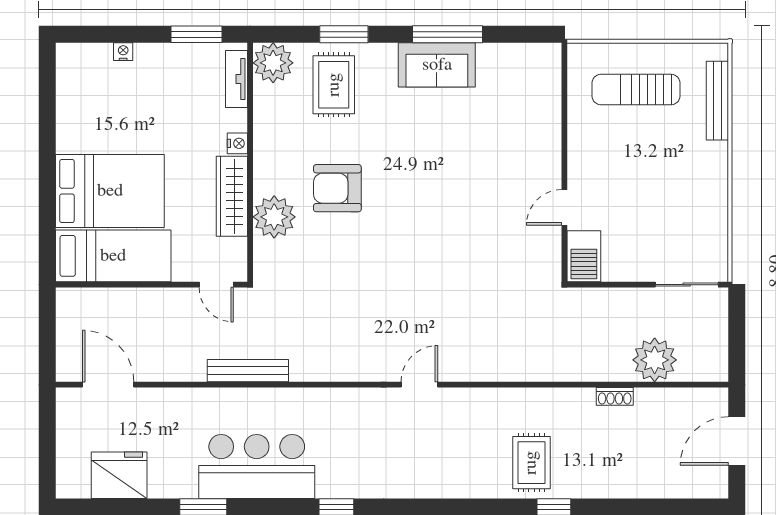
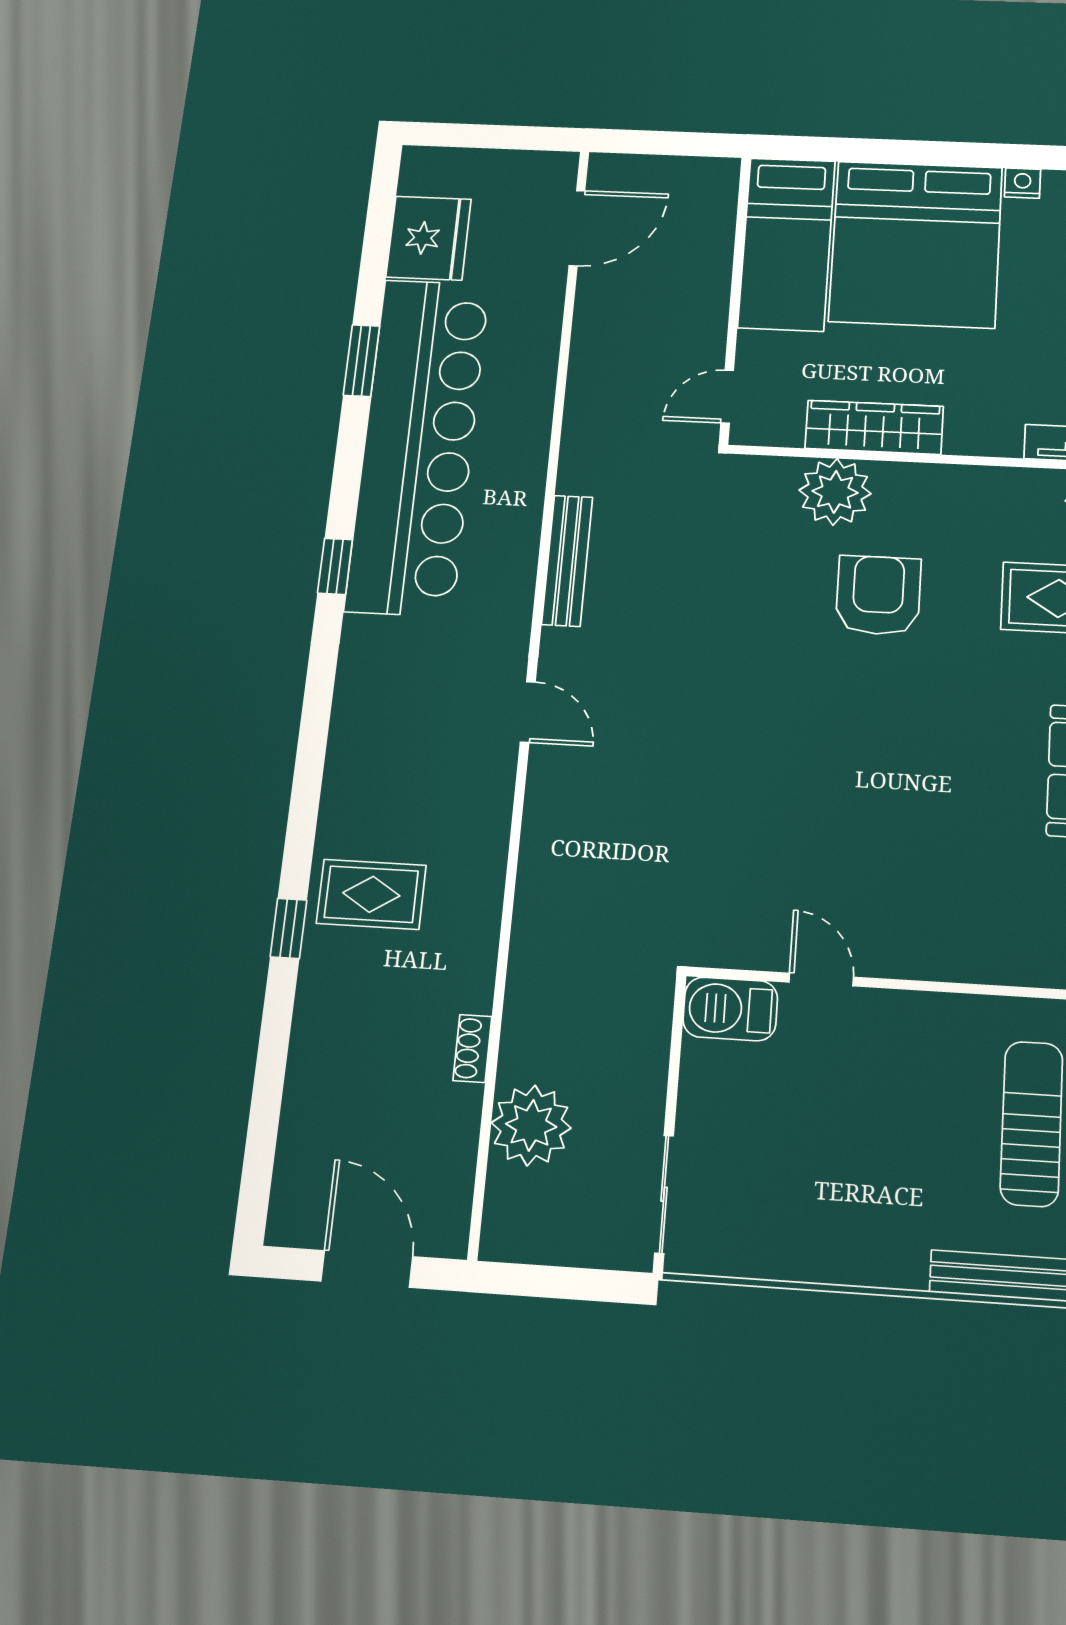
nightstand: (237, 143) -> (1023, 183), moved, turned 180
bed: (110, 191) -> (916, 244), width x1.36
bench: (248, 371) -> (567, 561), moved
bar counter: (257, 467) -> (418, 445), width x1.86

